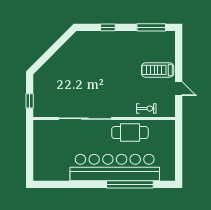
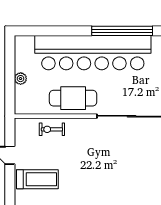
plant: (170, 148) -> (21, 79), added
window: (130, 184) -> (122, 31), moved

